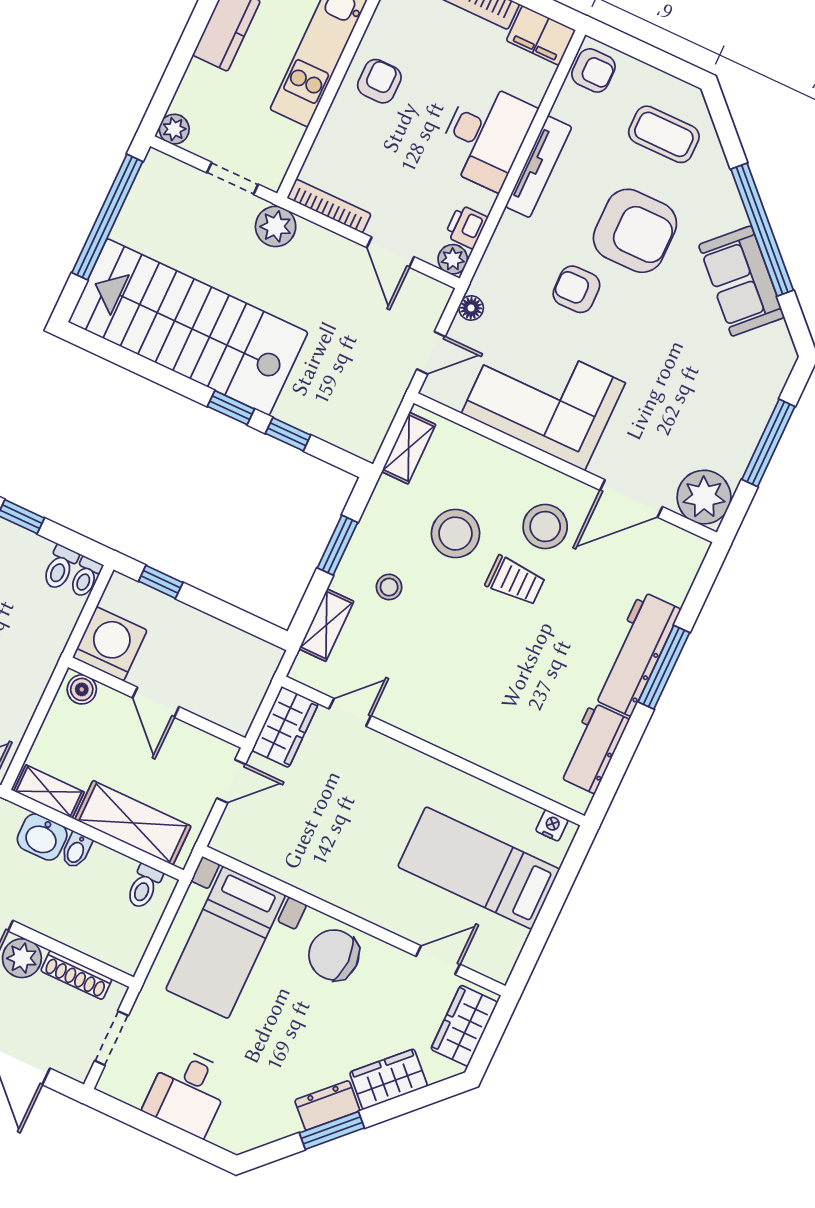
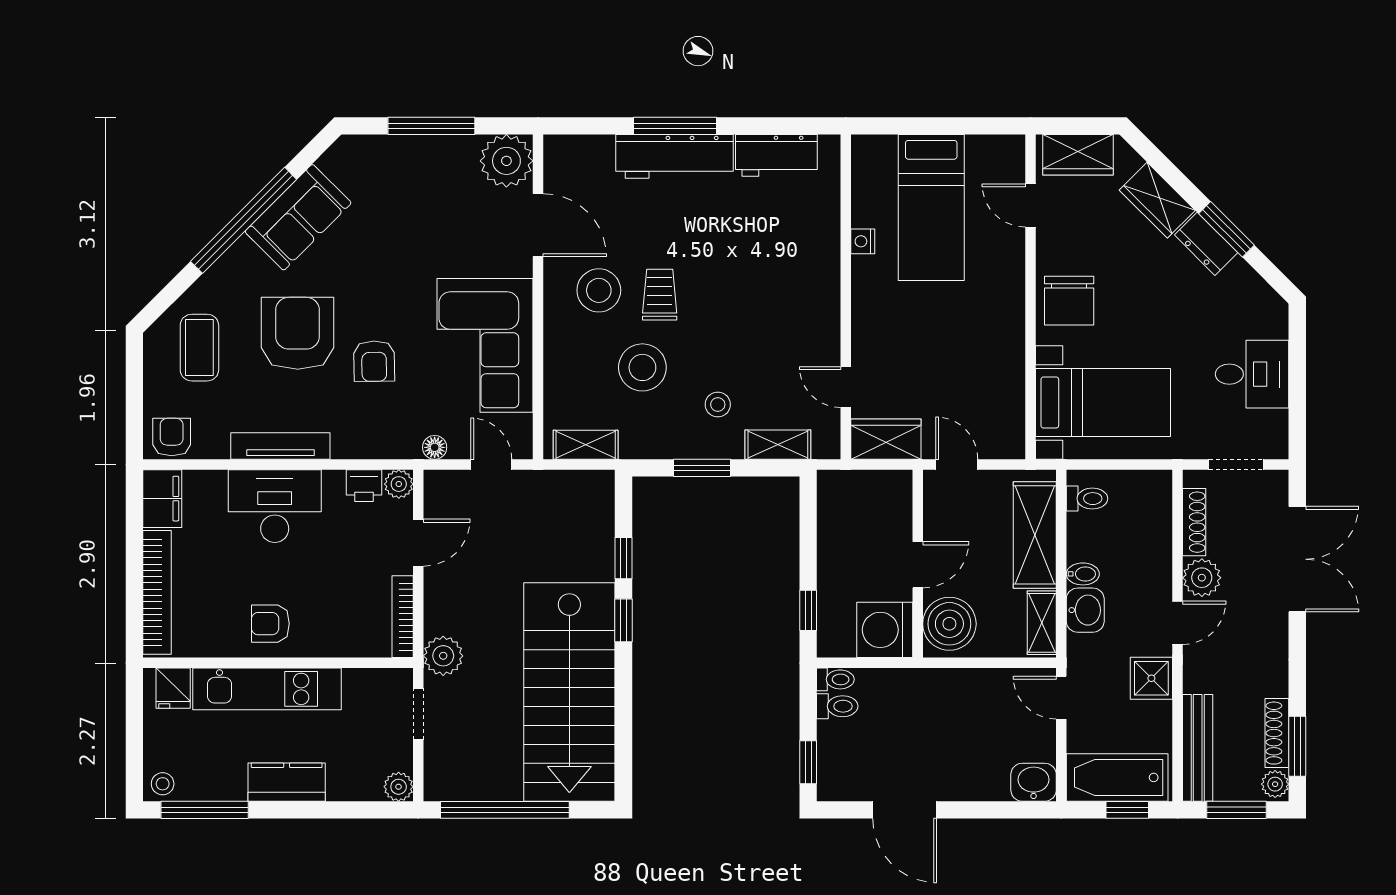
boiler: (82, 689) -> (949, 624), width x1.86, depth x1.86
nightstand: (552, 825) -> (863, 241), moved

